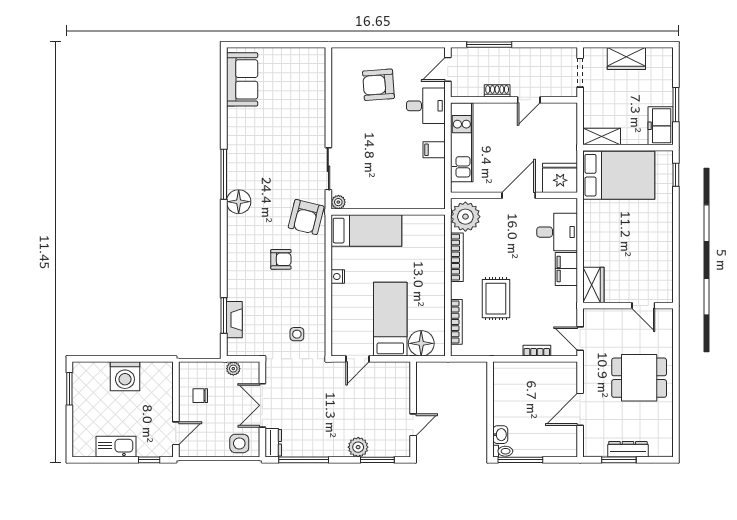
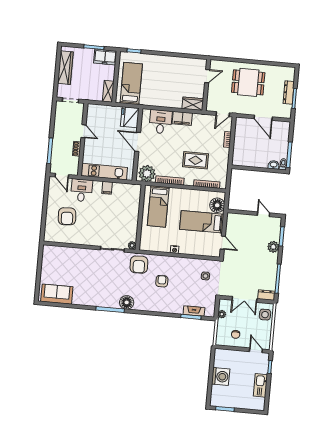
wardrobe: (626, 59) -> (65, 68), width x1.50
bed: (619, 175) -> (131, 83), width x0.67
armchair: (306, 217) -> (139, 265), turned 74
bed: (366, 231) -> (158, 206), moved, turned 180
dining table: (639, 378) -> (248, 82), turned 90

